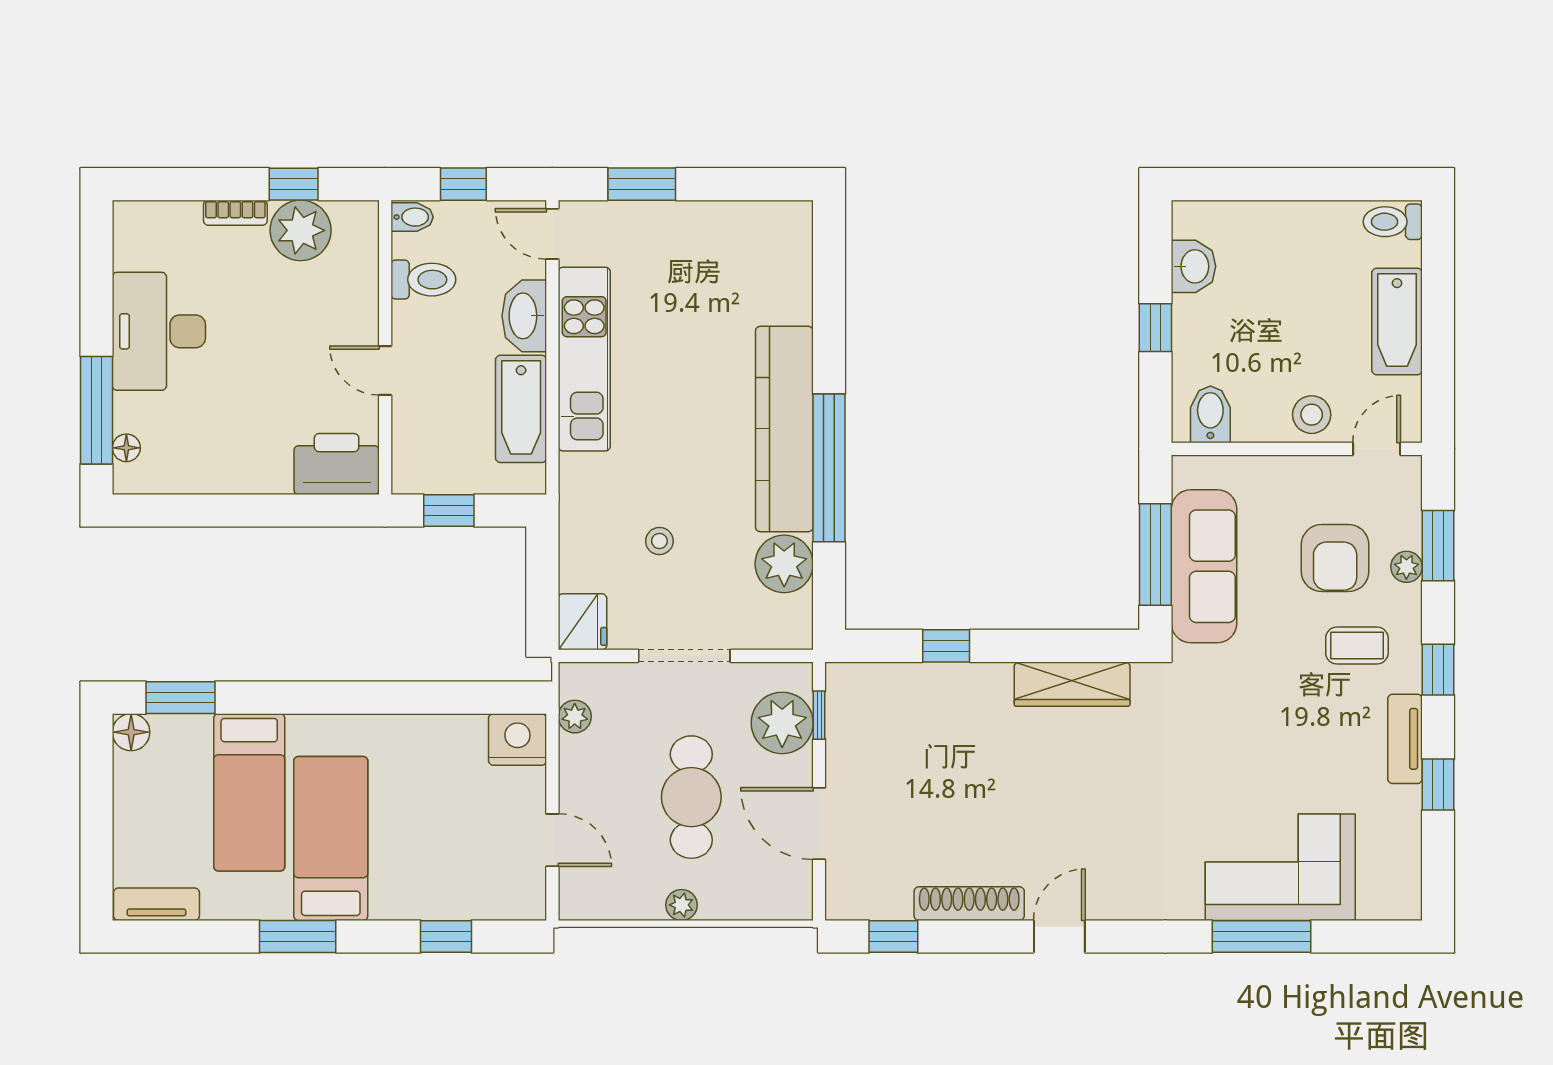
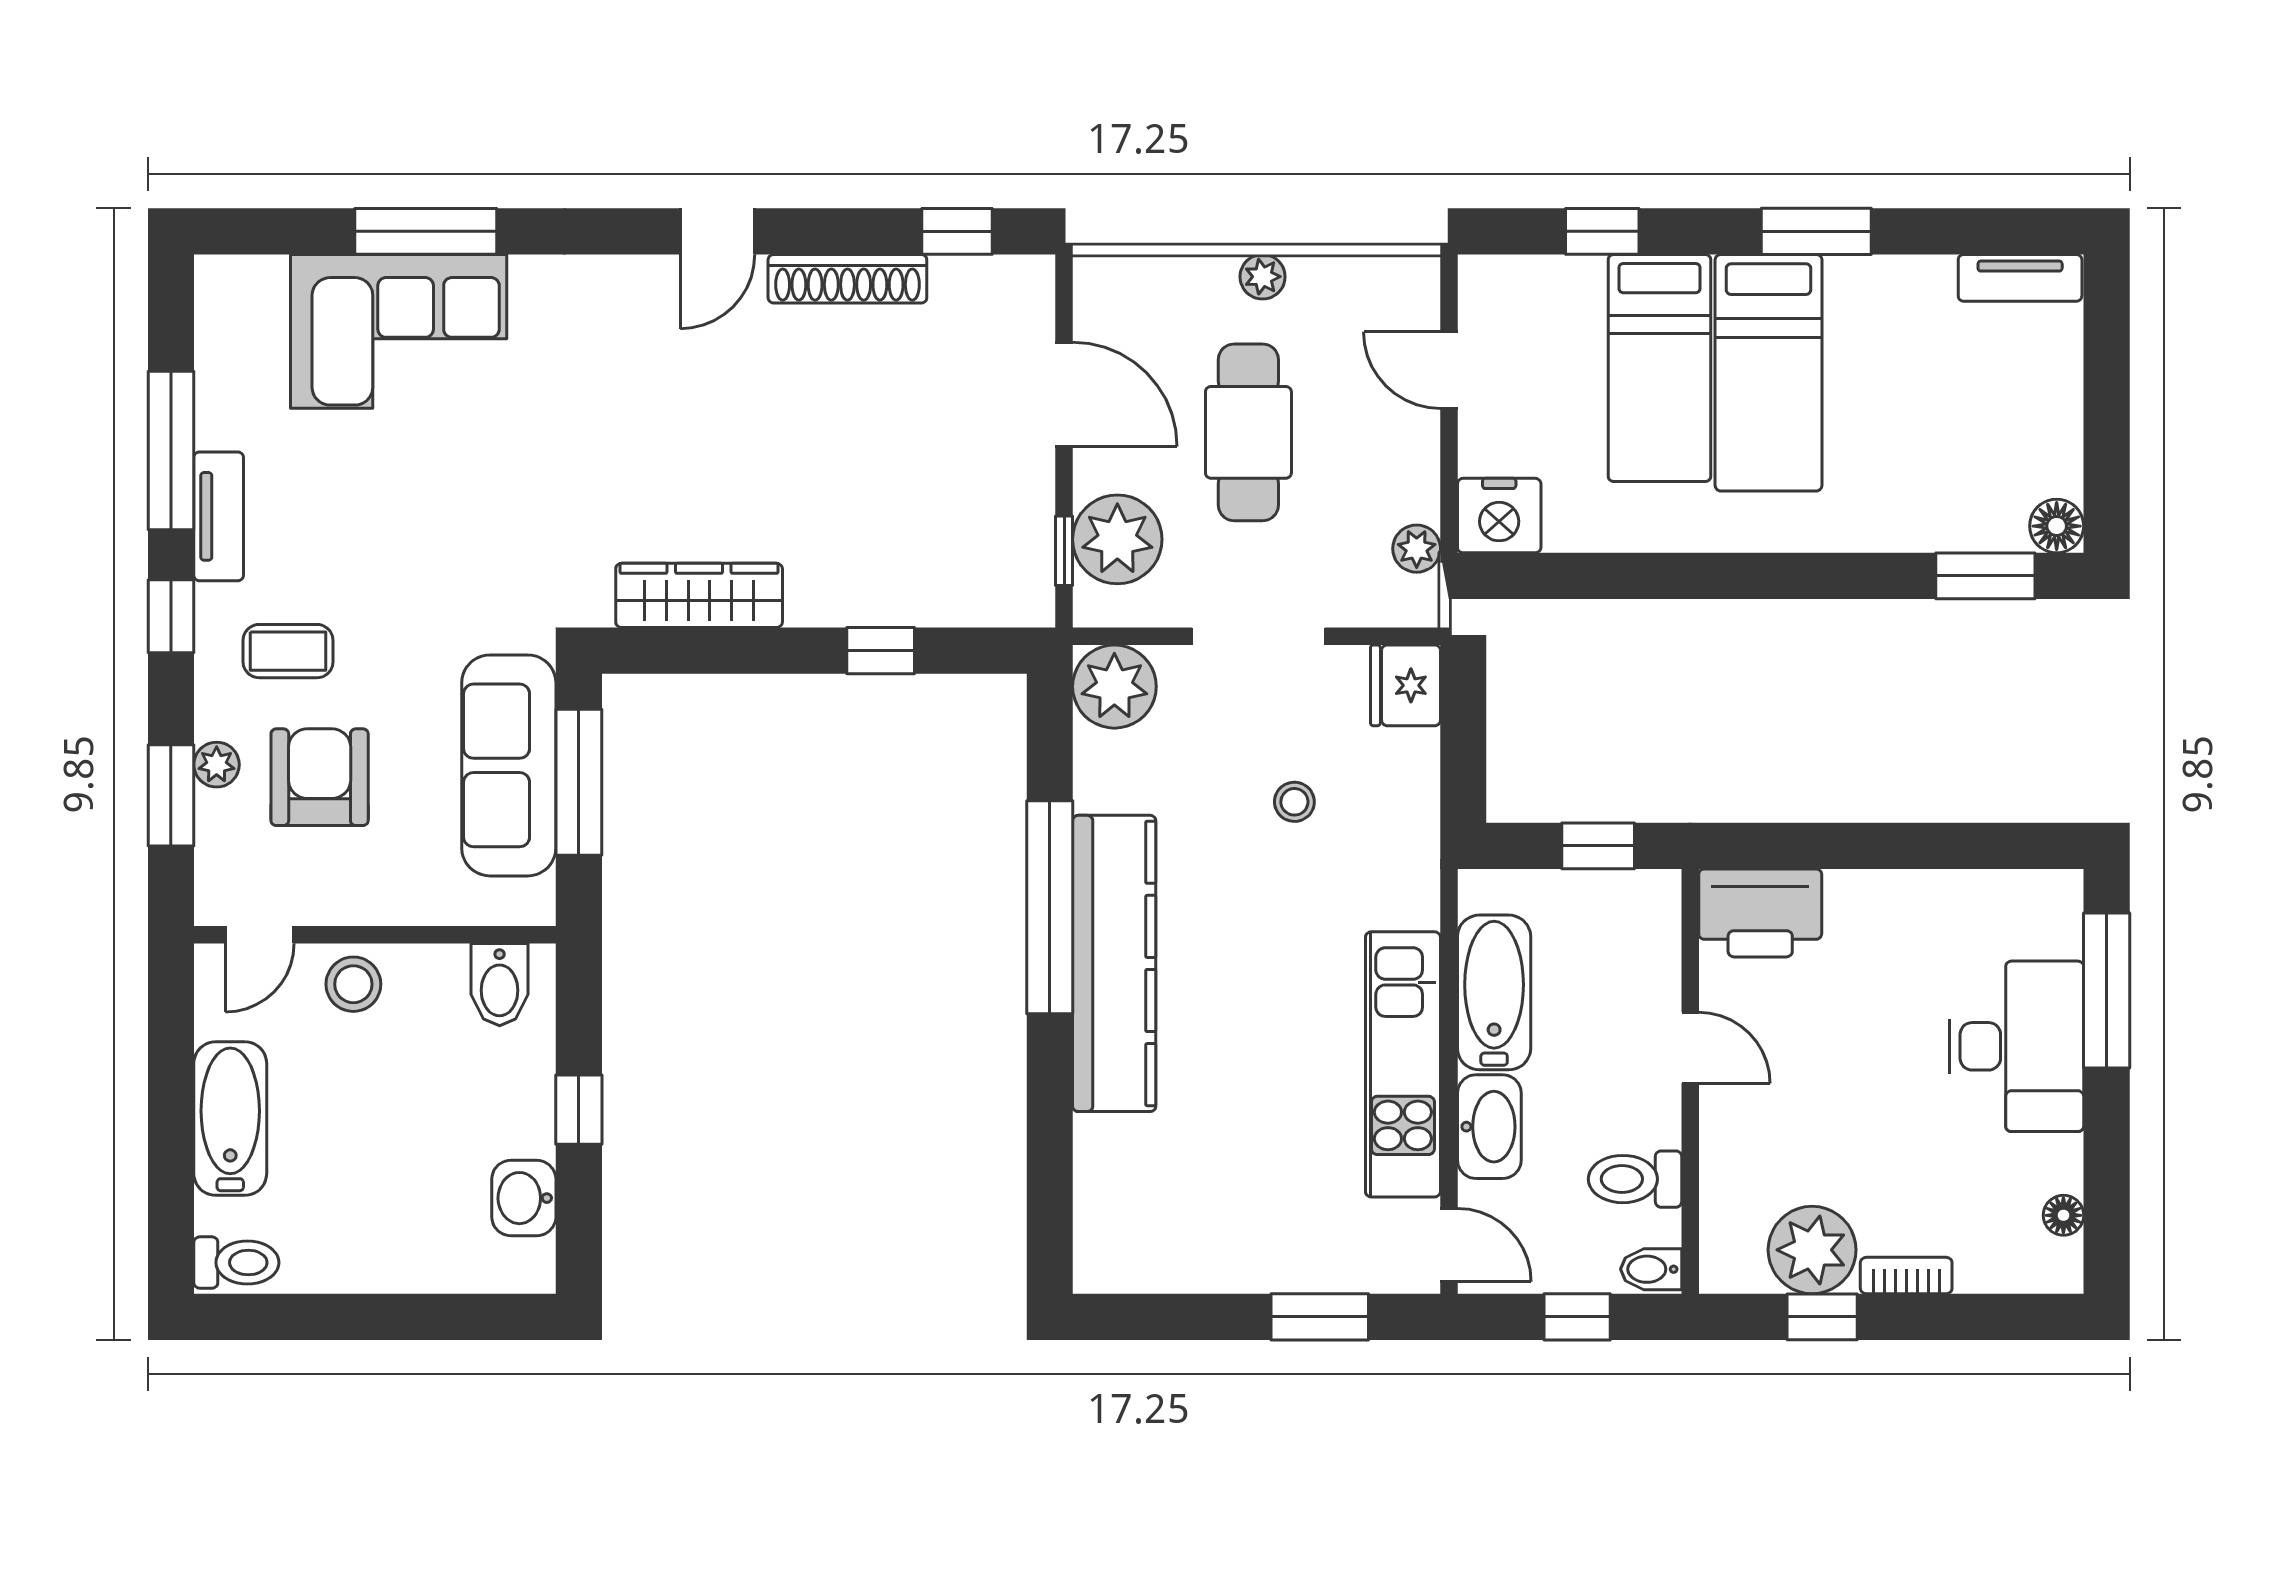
desk: (159, 331) -> (2017, 1046), moved
floor lamp: (126, 448) -> (2063, 1215), moved
plant: (784, 564) -> (1114, 687), moved
window: (1438, 785) -> (171, 450), width x2.17
bed: (249, 792) -> (1659, 368), moved, turned 180

